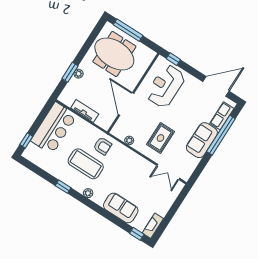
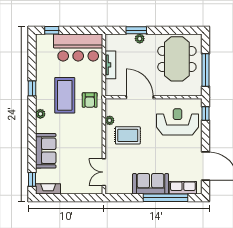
window: (128, 30) -> (206, 70), moved
door: (126, 104) -> (140, 97), hinge flipped
rug: (160, 138) -> (128, 135), moved

